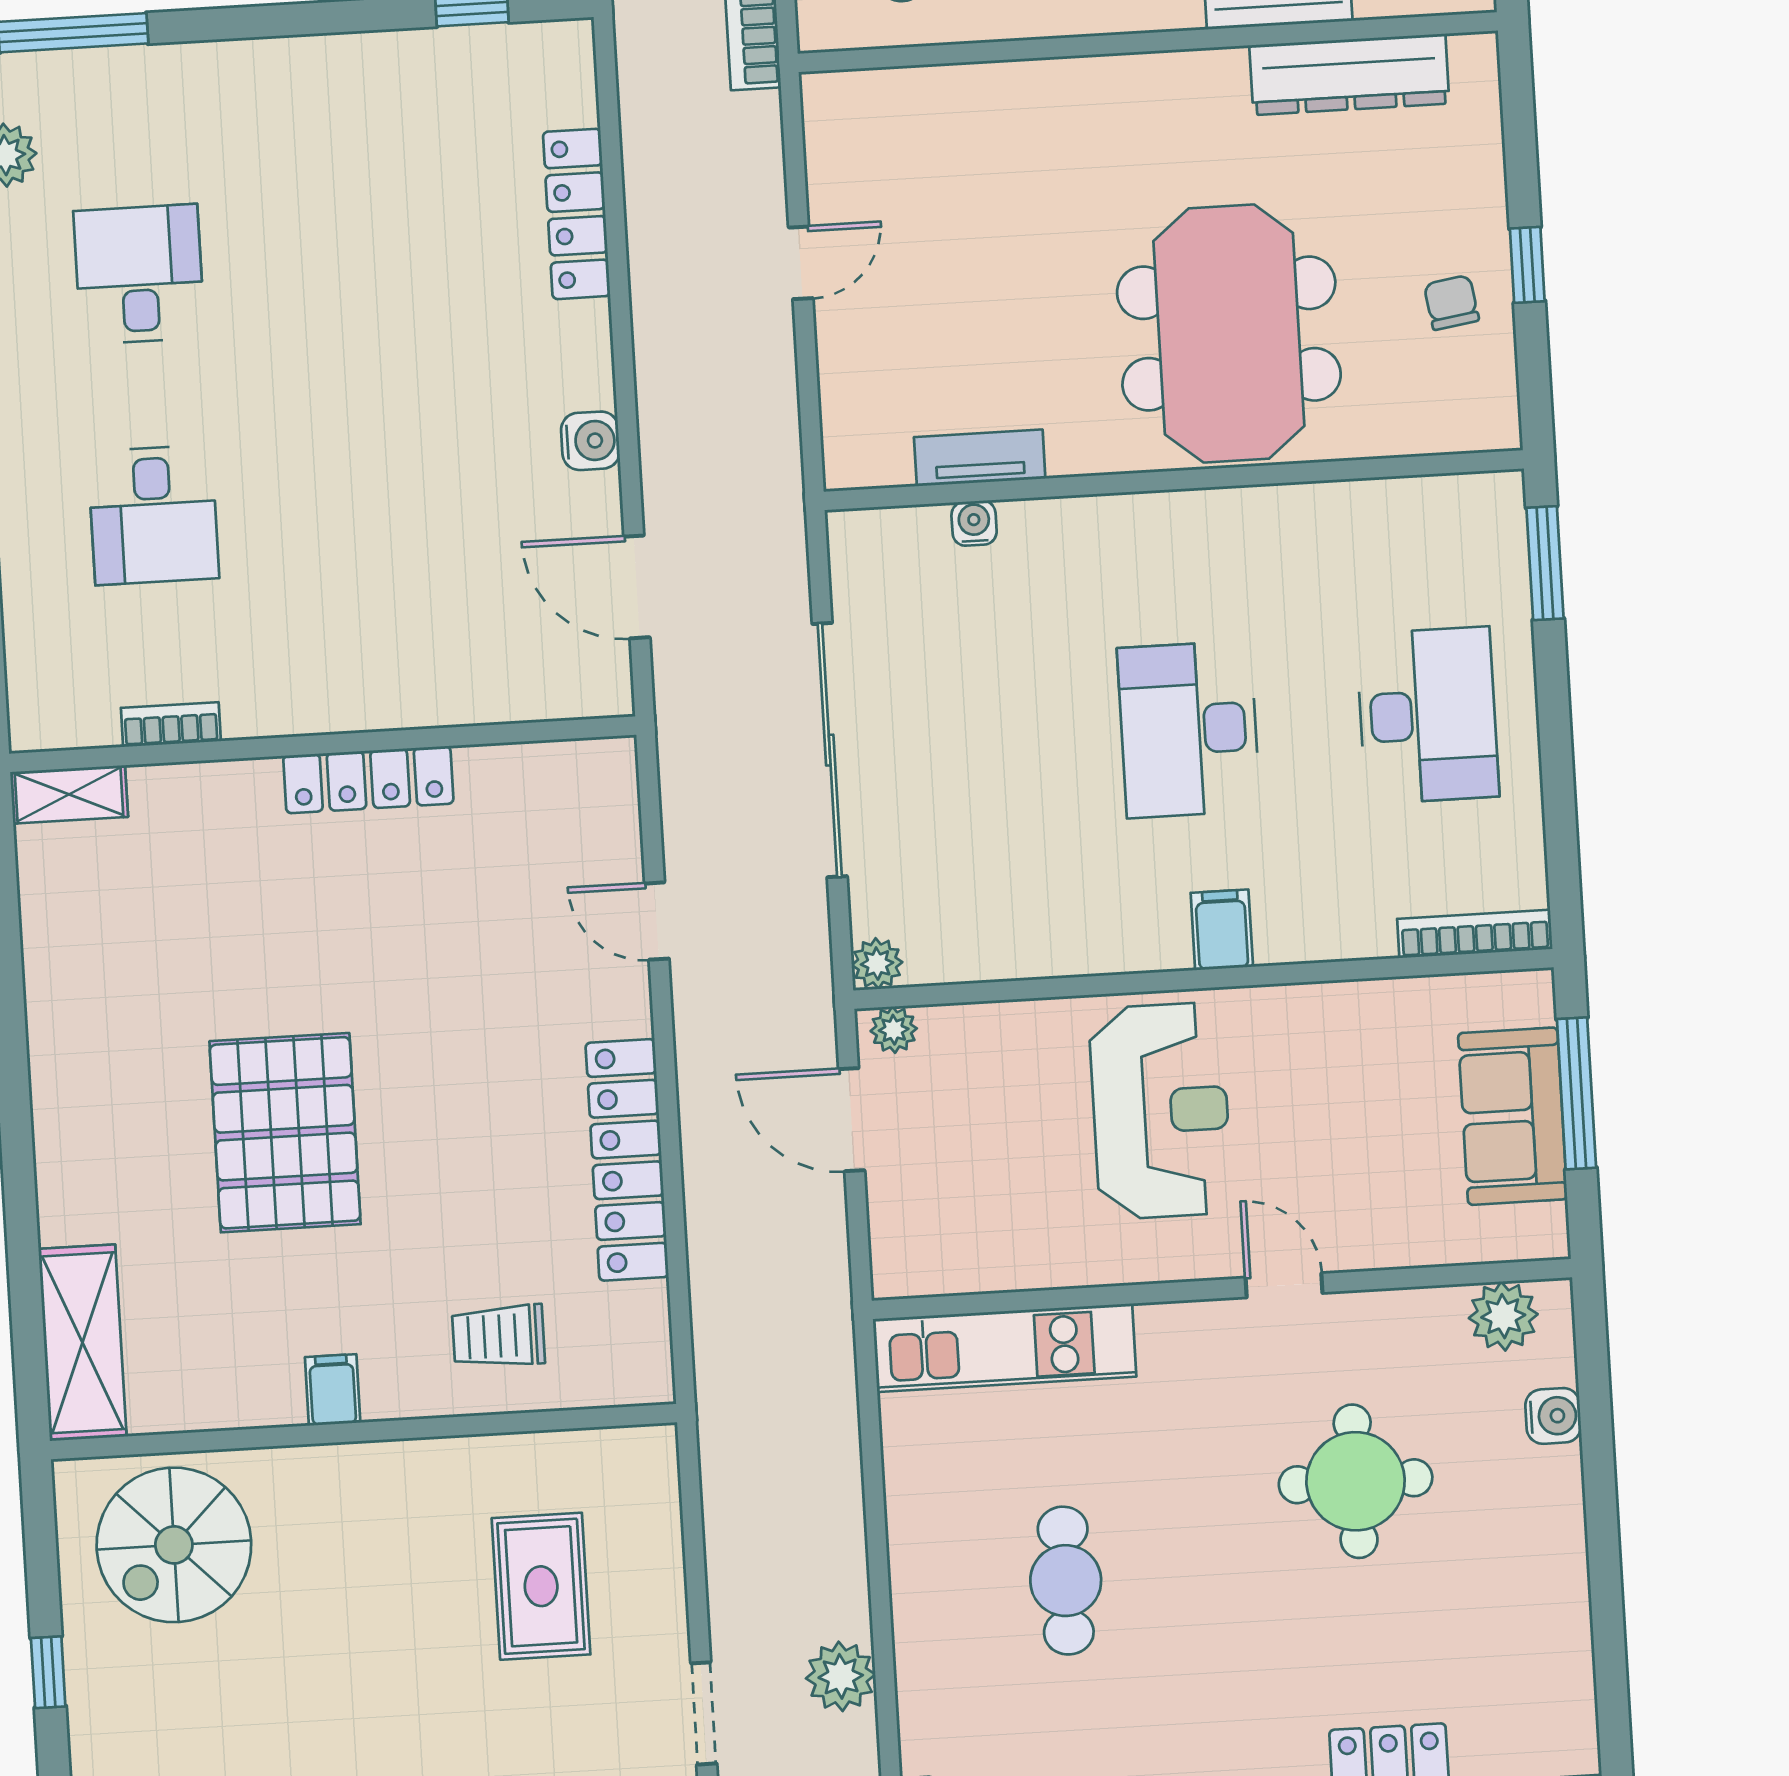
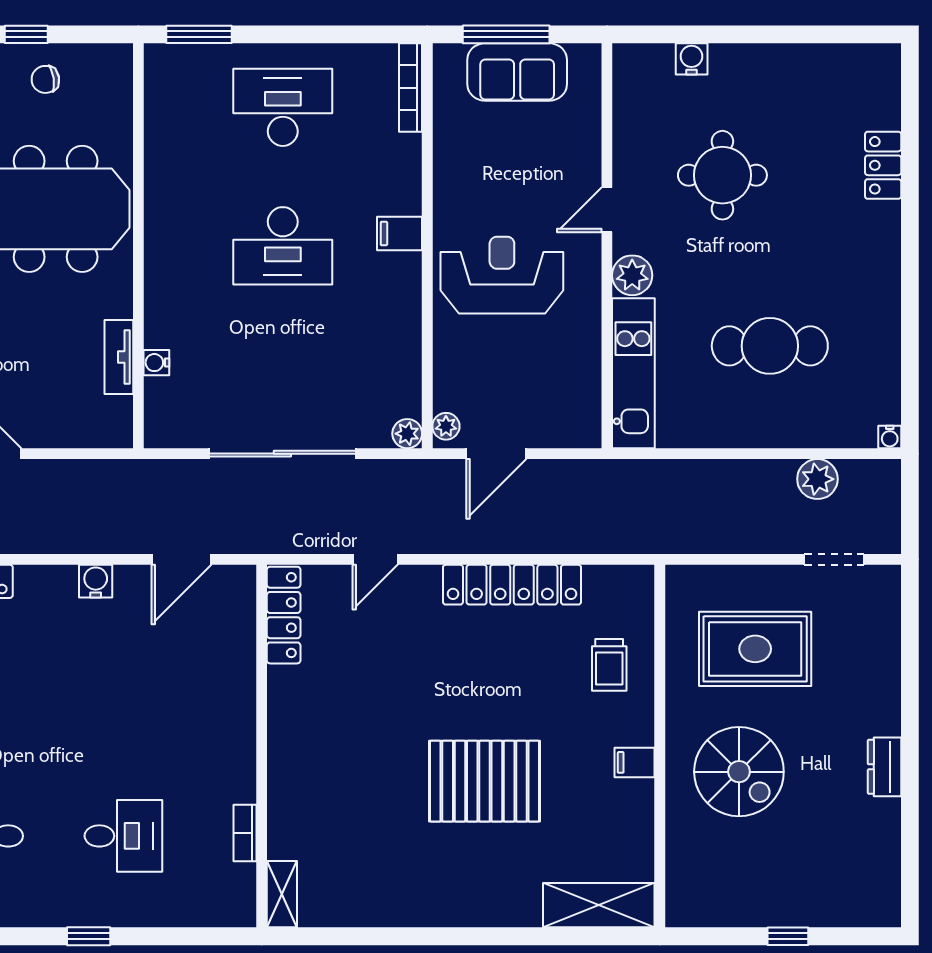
locker: (368, 780) -> (284, 615), moved
plant: (1503, 1316) -> (632, 275), moved
spiral stairs: (174, 1545) -> (739, 772), moved
cafe table: (1066, 1581) -> (770, 346), width x1.37, depth x1.35
rug: (541, 1586) -> (755, 649), width x1.36, depth x1.43

